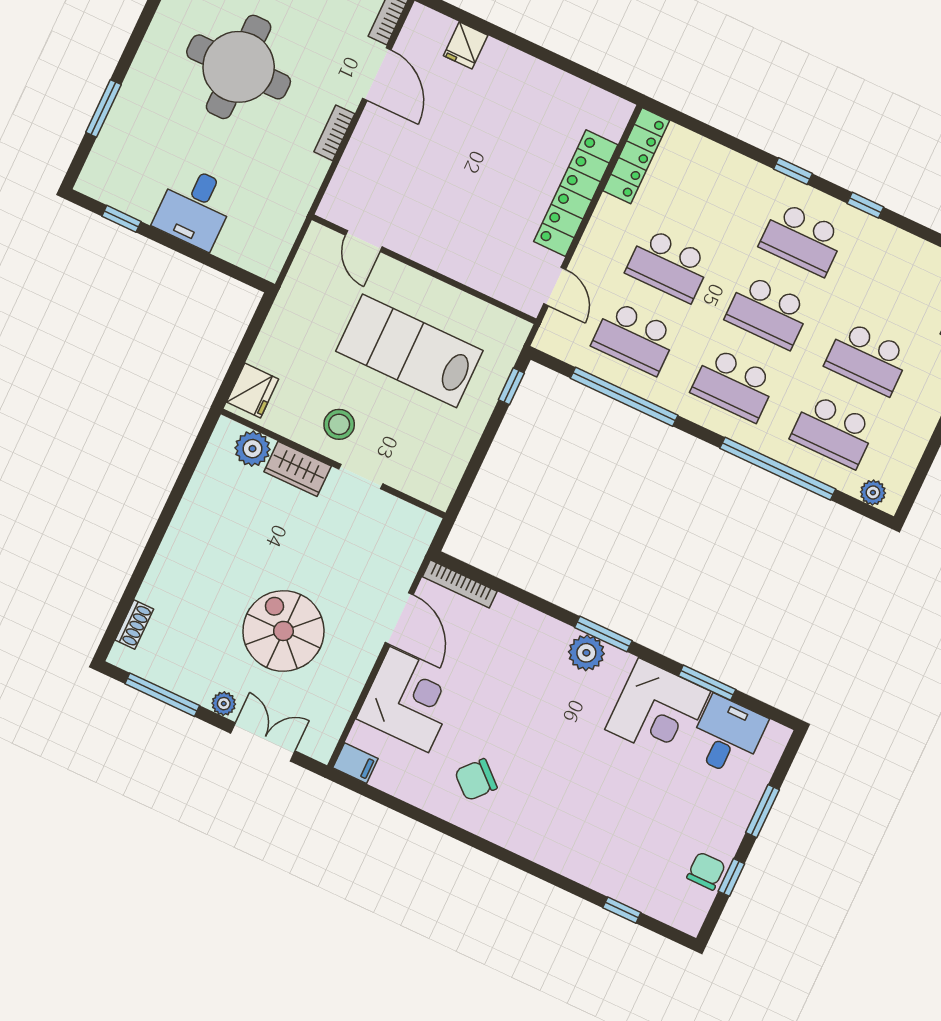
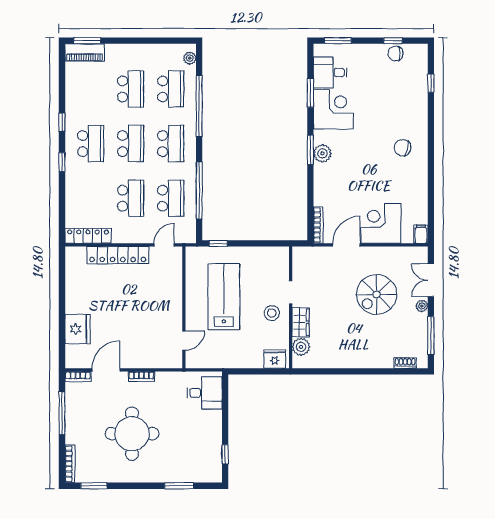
fridge: (466, 45) -> (78, 329), width x1.88, depth x1.34
desk: (195, 208) -> (205, 393), moved
lab bench: (409, 351) -> (224, 297), turned 180
chair: (476, 780) -> (403, 148), moved, turned 151
window: (762, 811) -> (338, 41), moved

